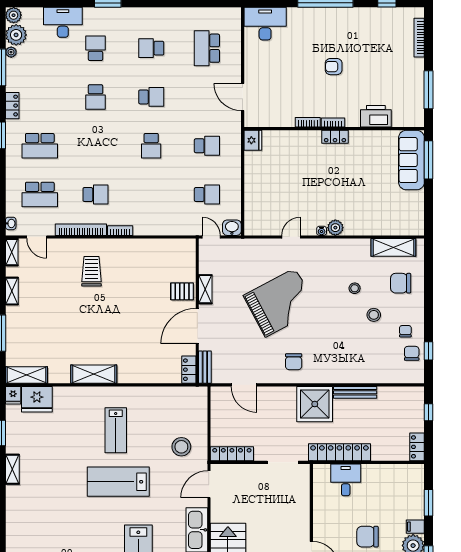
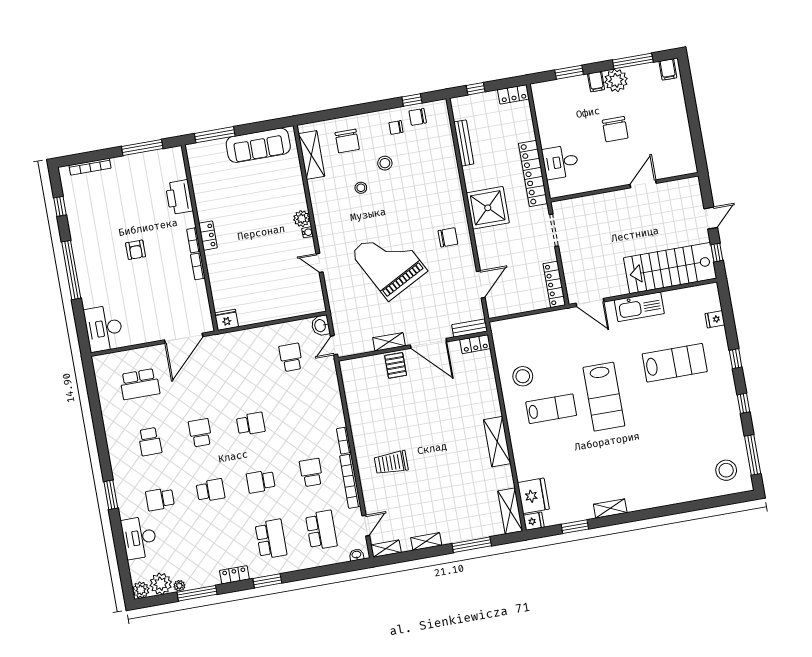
door: (243, 97) -> (184, 338), width x1.36
school desk: (207, 146) -> (261, 481), moved, turned -90
sofa: (411, 160) -> (258, 145), moved
bench: (355, 392) -> (464, 143), moved
stool: (181, 447) -> (523, 376), moved

